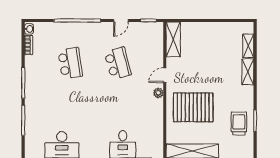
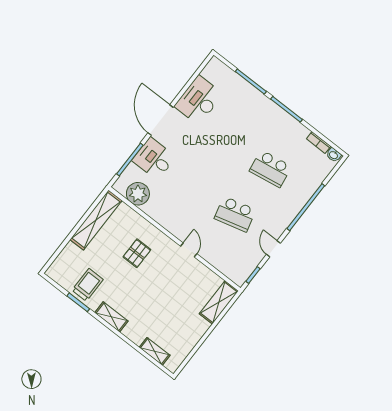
shelving: (173, 39) -> (219, 302), moved, turned 90
shelving: (248, 72) -> (111, 317), moved
plant: (158, 93) -> (138, 194), moved, width x1.87, depth x1.87
pallet: (193, 107) -> (137, 253), width x0.49, depth x0.50
trolley: (239, 124) -> (88, 285), turned -90

